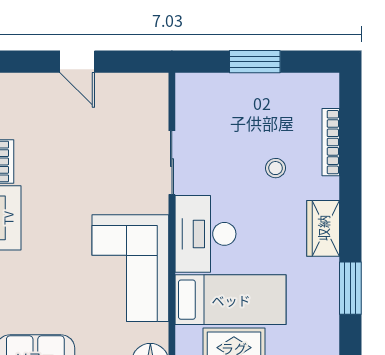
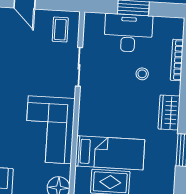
coffee table: (138, 104) -> (60, 30), added
desk: (206, 234) -> (128, 33), moved, turned 90

